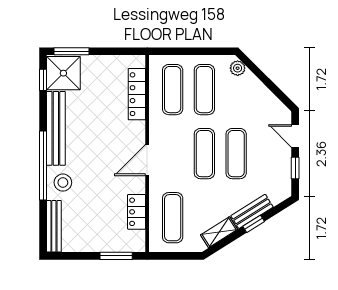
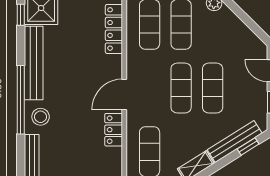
bench: (252, 211) -> (235, 142), width x1.36
locker: (137, 212) -> (114, 130), moved
window: (254, 224) -> (248, 147), moved

